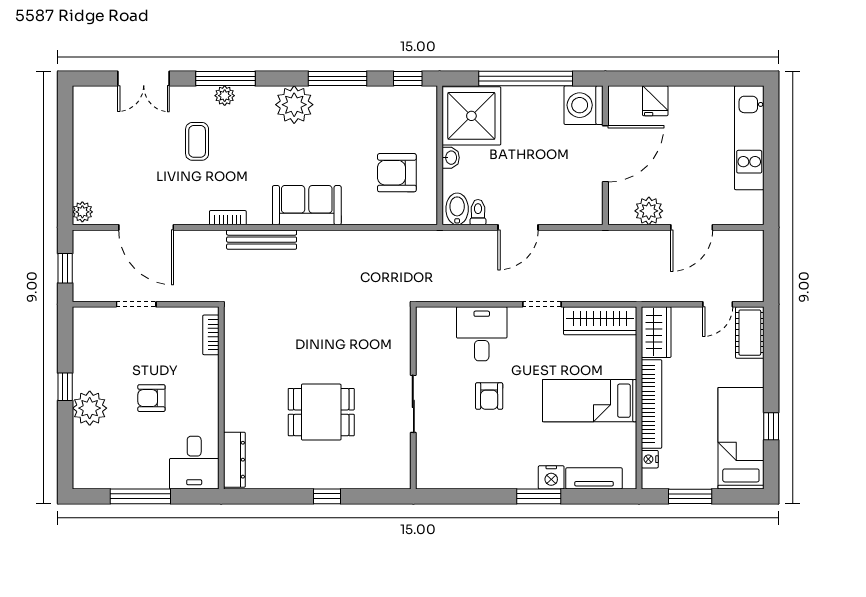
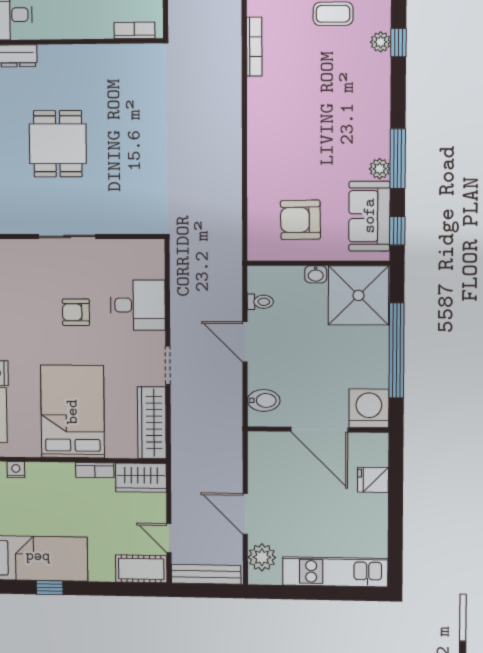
window: (226, 79) -> (398, 43), width x0.46
plant: (294, 105) -> (380, 169), moved, width x0.53, depth x0.53
armchair: (397, 173) -> (300, 220), turned -91
sofa: (307, 205) -> (369, 216), moved, turned 180
bidet: (457, 209) -> (264, 400), moved
plant: (649, 211) -> (262, 557), moved
bookcase: (228, 218) -> (254, 47), width x1.56
bench: (262, 240) -> (206, 574), moved, turned 90
bed: (590, 401) -> (72, 412), width x1.50
bookcase: (652, 404) -> (95, 470), width x0.43, depth x0.76

